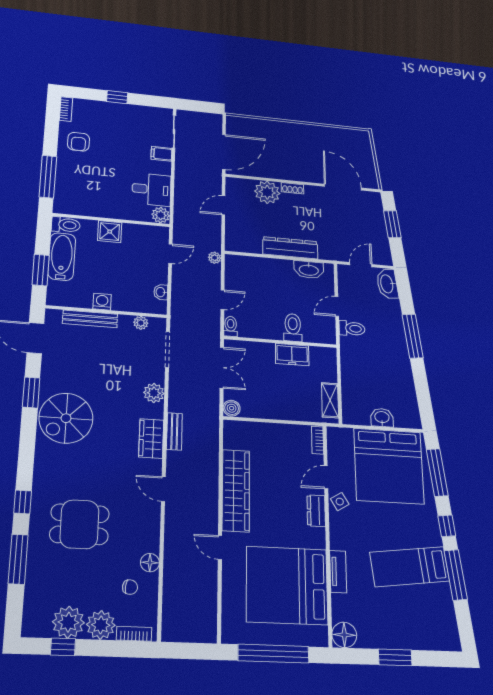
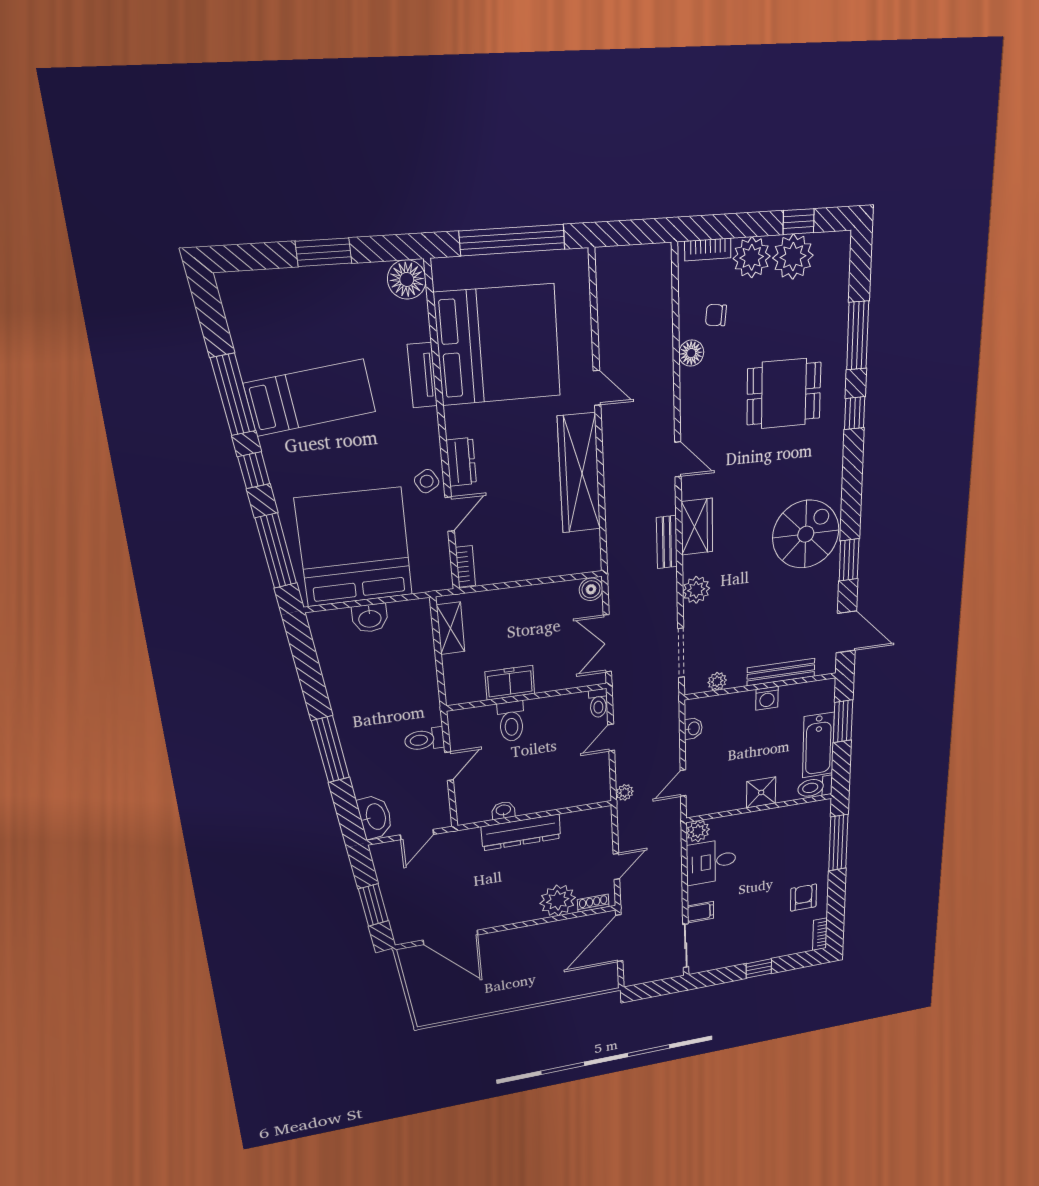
shoe rack: (292, 188) -> (593, 903), moved
washbasin: (309, 270) -> (503, 810), width x0.52, depth x0.69

